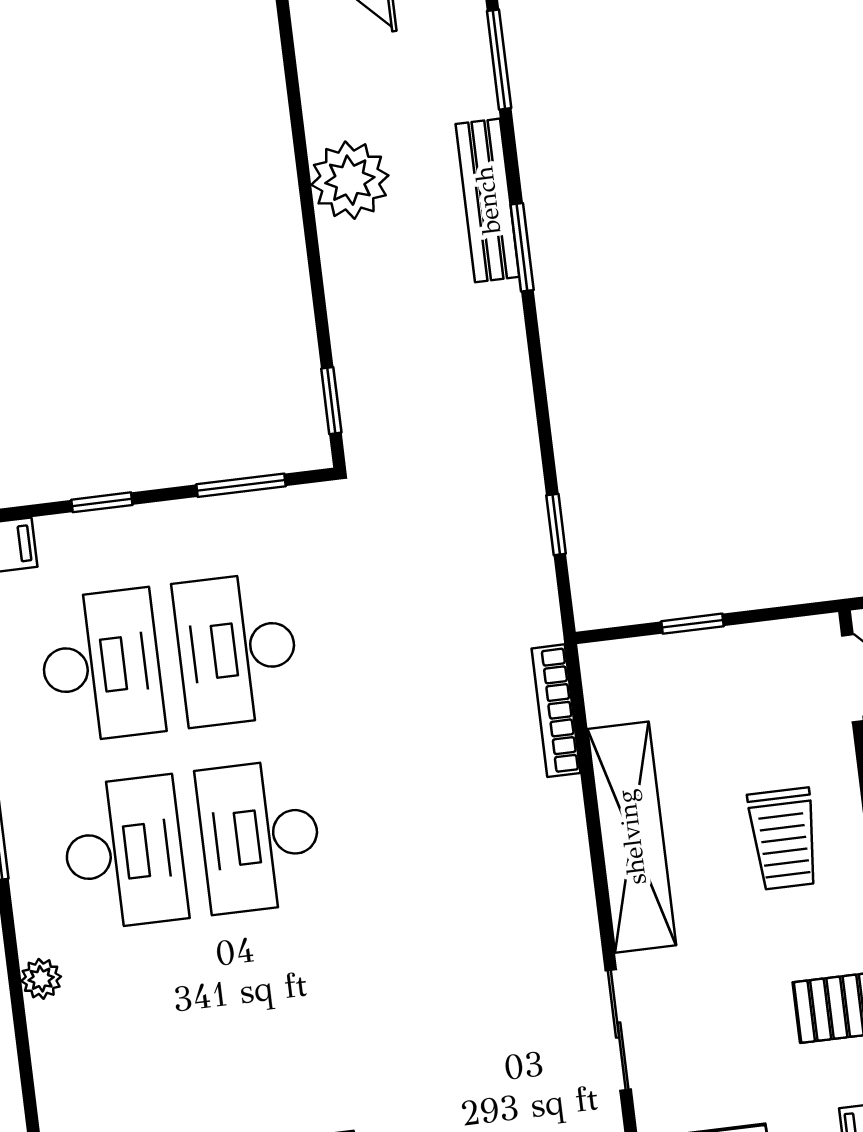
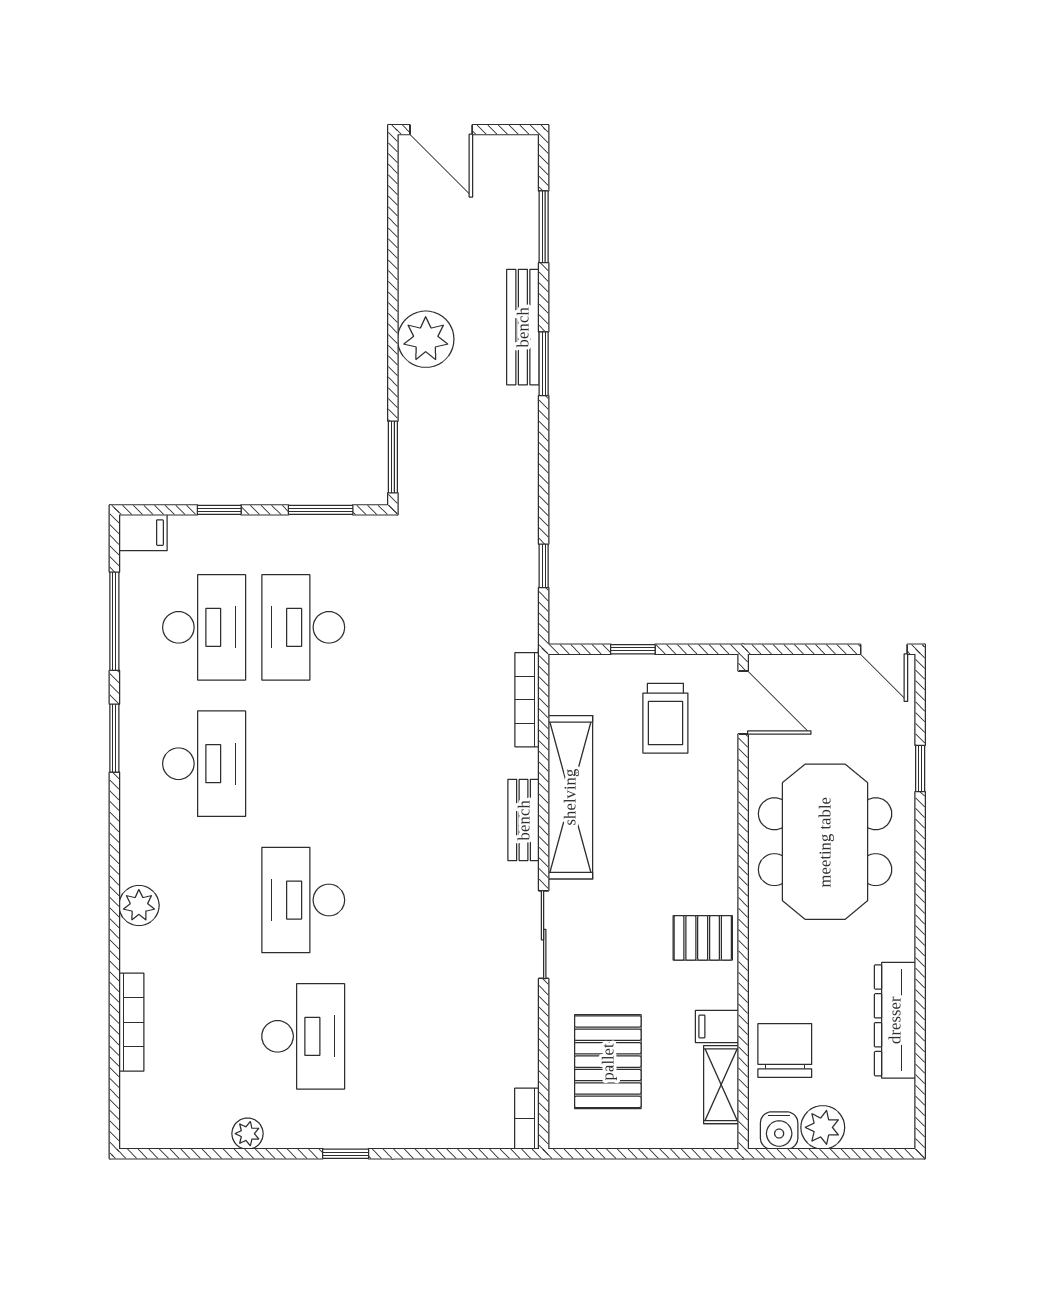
plant: (350, 180) -> (426, 339), moved
window: (331, 401) -> (393, 457), width x1.50
desk: (260, 836) -> (303, 900), moved
trolley: (784, 839) -> (665, 718), moved
bench: (571, 876) -> (524, 820), added
plant: (41, 979) -> (139, 906), moved, width x1.38, depth x1.38

